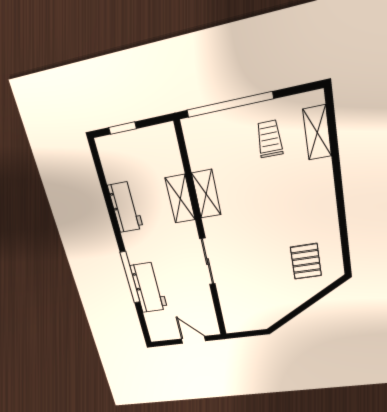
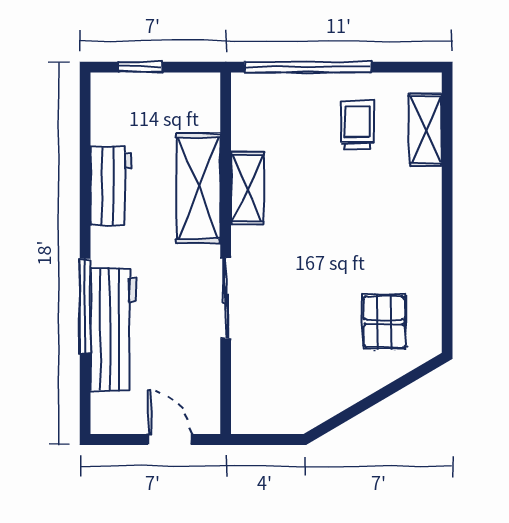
shelving: (180, 199) -> (198, 188), width x1.50, depth x1.33
workbench: (149, 288) -> (114, 329), width x1.38

